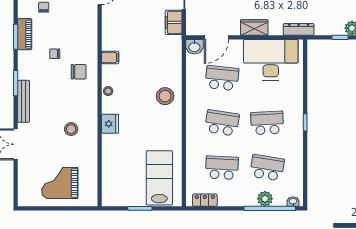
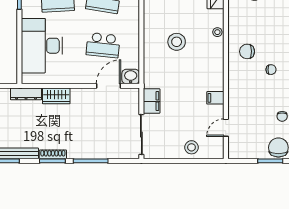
wardrobe: (254, 28) -> (56, 96), moved
filing cabinet: (110, 58) -> (215, 98), moved
desk: (271, 60) -> (42, 46), moved, turned 90
stool: (165, 96) -> (177, 42), moved

